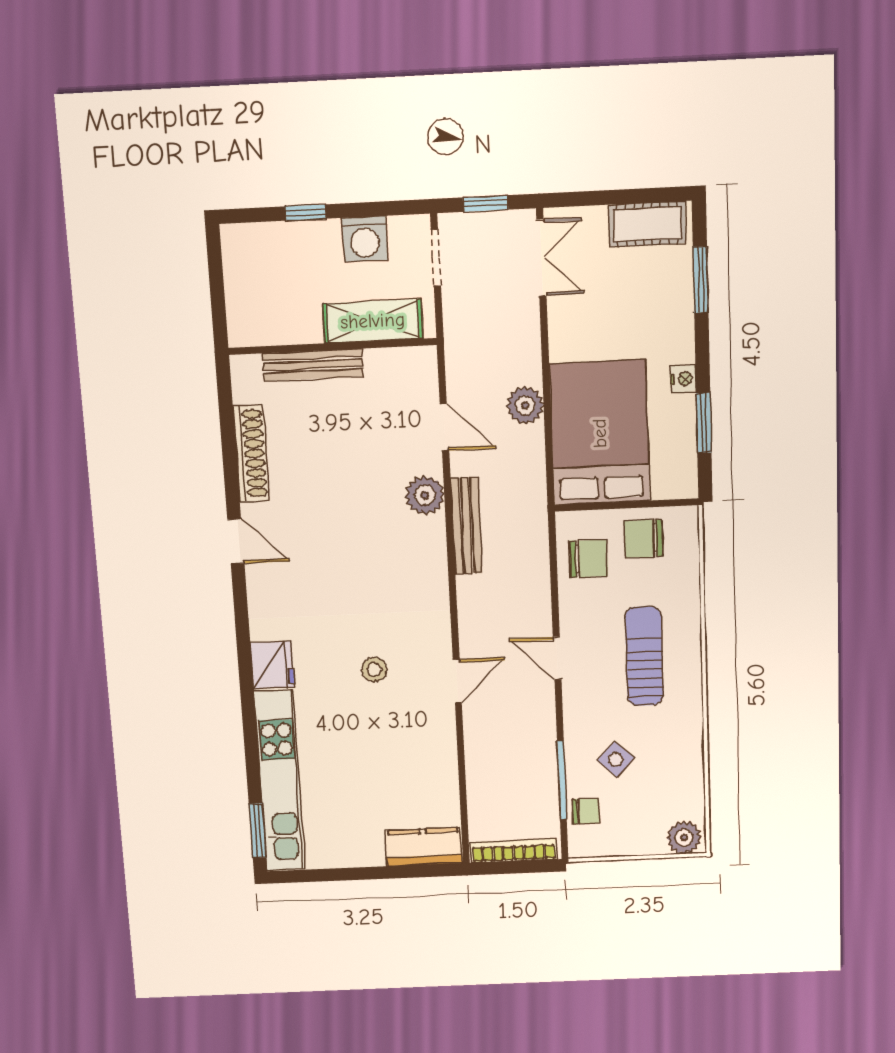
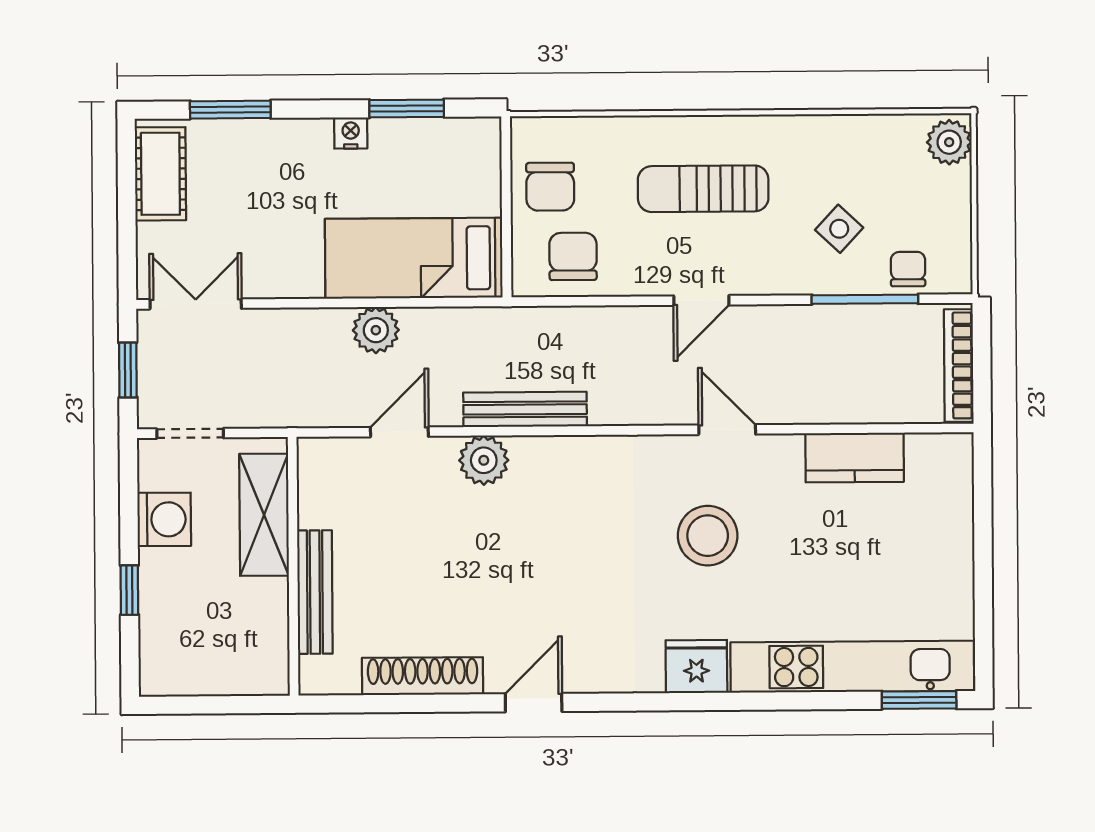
bed: (600, 433) -> (414, 258), width x0.67
stool: (374, 670) -> (708, 536), width x1.89, depth x1.89
kitchen counter: (424, 847) -> (855, 458), moved, turned -90

